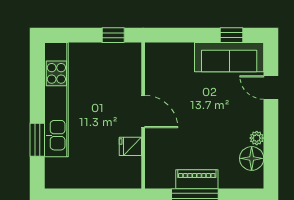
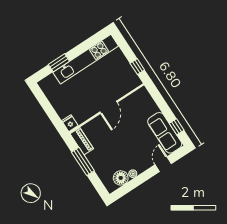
fridge: (130, 146) -> (70, 123), moved
piano: (197, 179) -> (82, 141), moved

